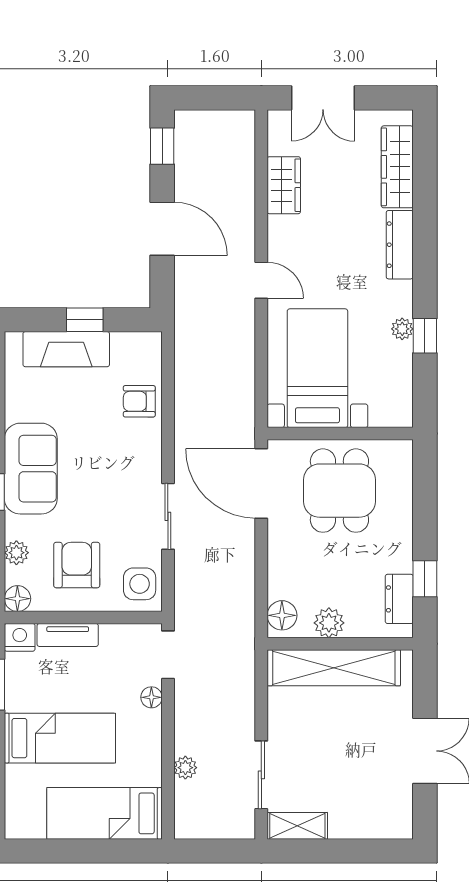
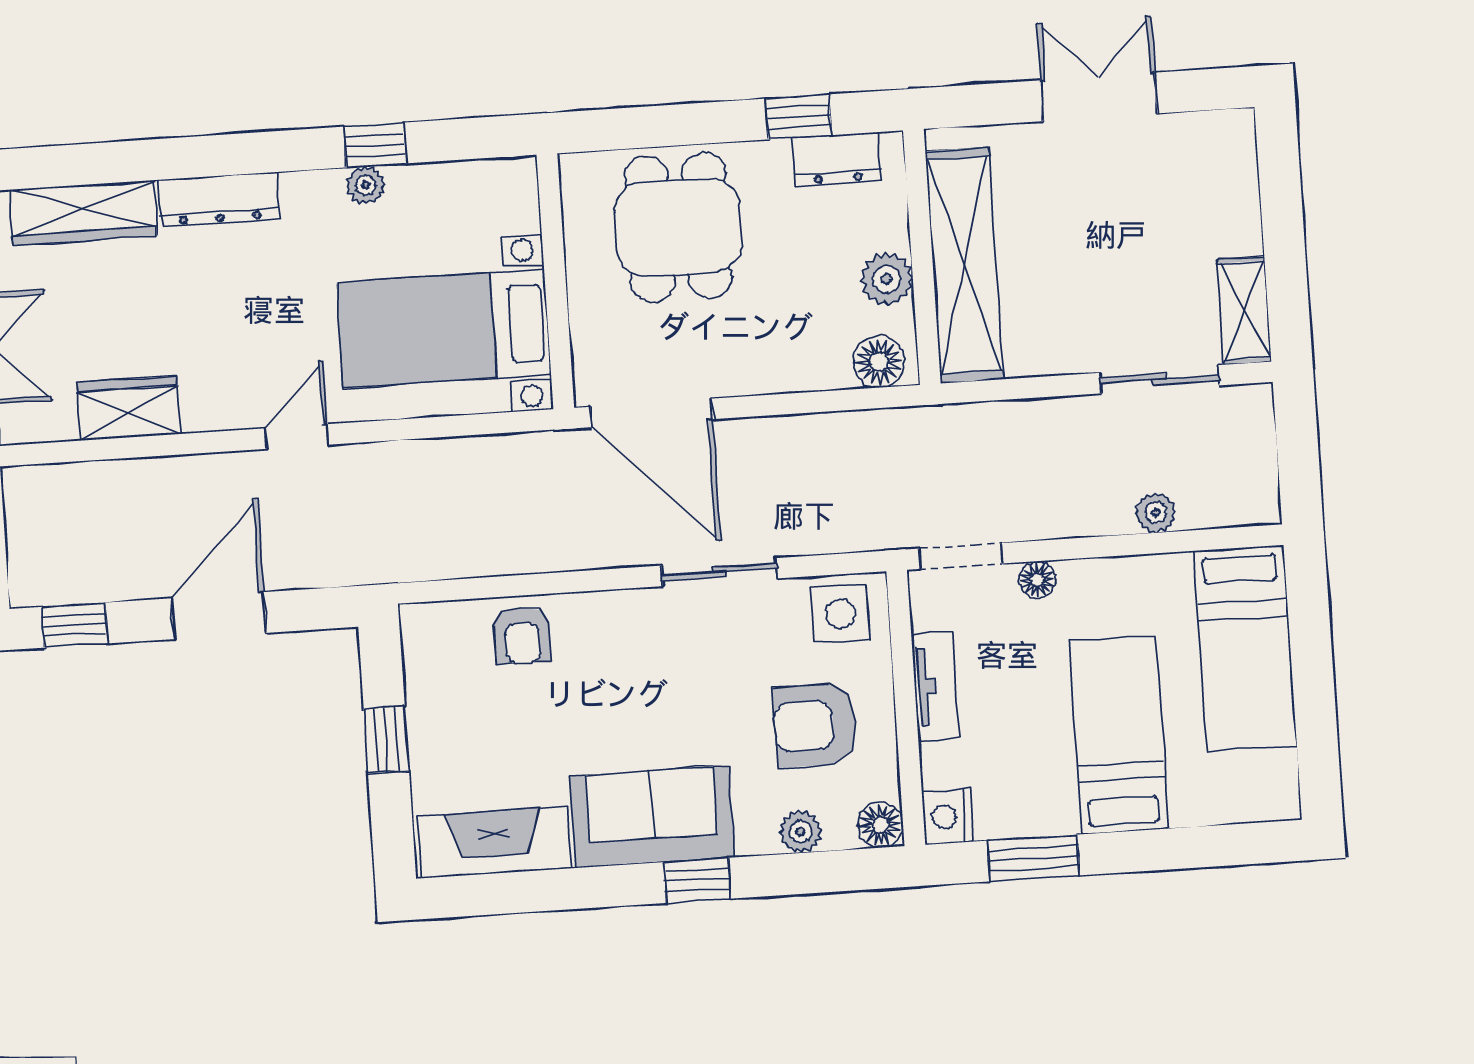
fireplace: (66, 349) -> (494, 842), moved, turned -90
door: (261, 483) -> (651, 413), hinge flipped
dining table: (339, 491) -> (678, 227), moved, turned 90
tv unit: (68, 635) -> (935, 686), moved

